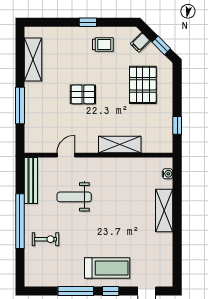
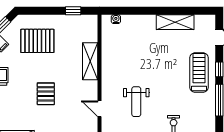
shelving: (164, 211) -> (175, 22), moved

